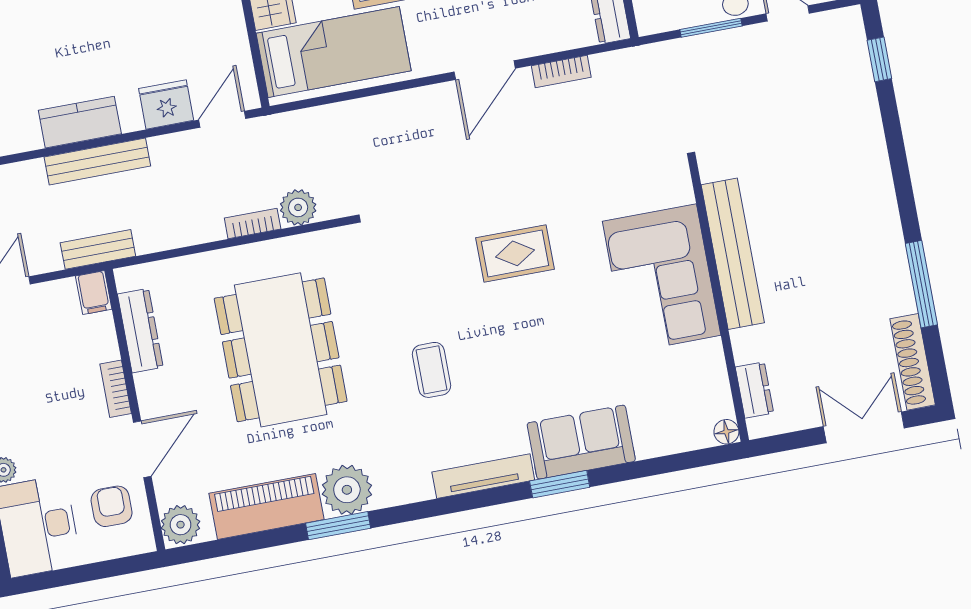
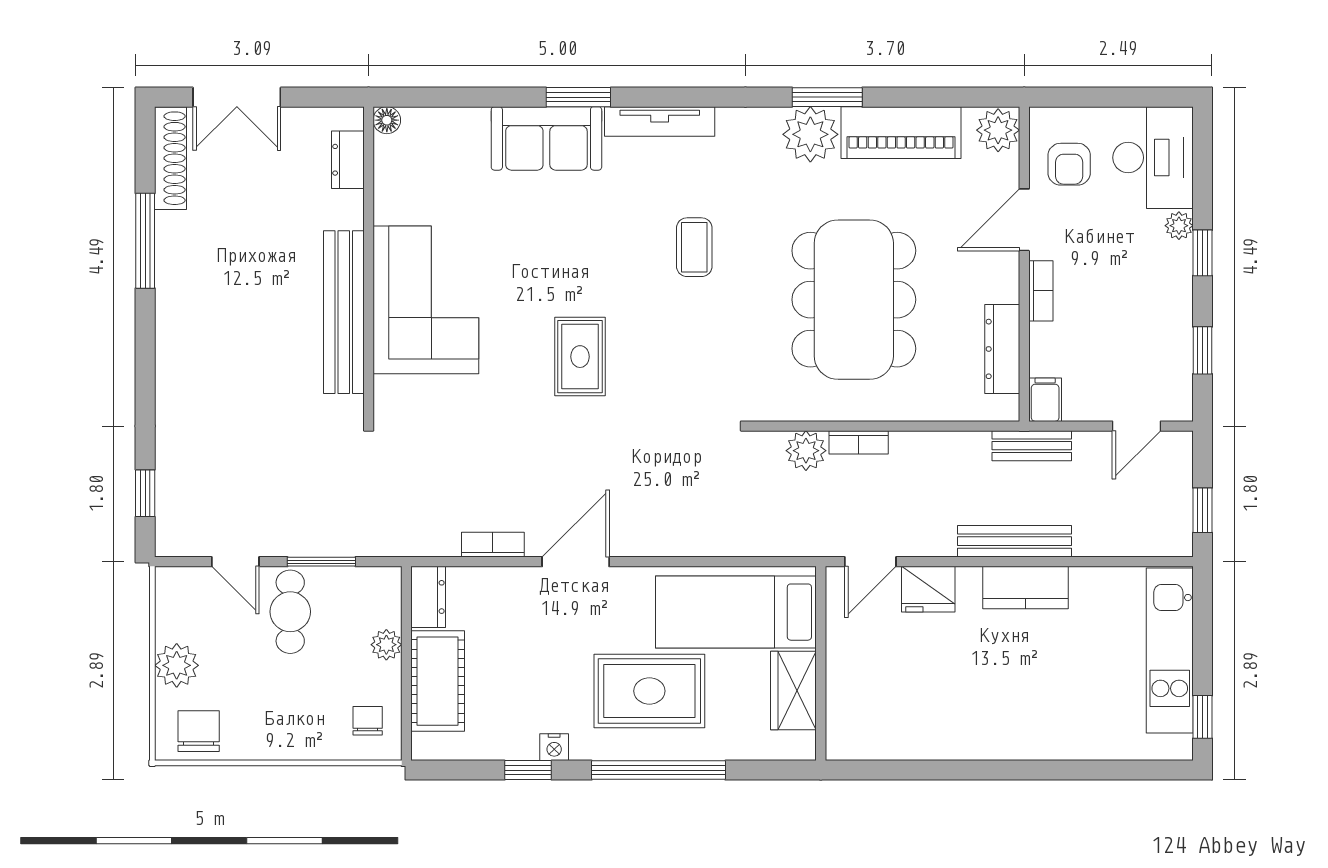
rug: (515, 253) -> (580, 357), turned 90

